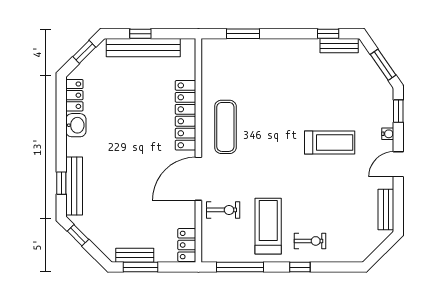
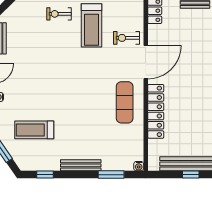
water cooler: (207, 45) -> (139, 166), added
bench: (339, 46) -> (81, 165), moved, width x1.36
treadmill: (330, 143) -> (34, 130), moved

